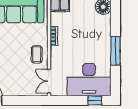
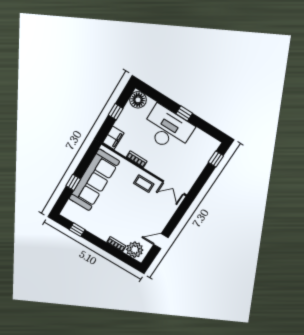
window: (115, 51) -> (184, 113), width x0.46
desk: (89, 80) -> (167, 129), moved, turned -90

